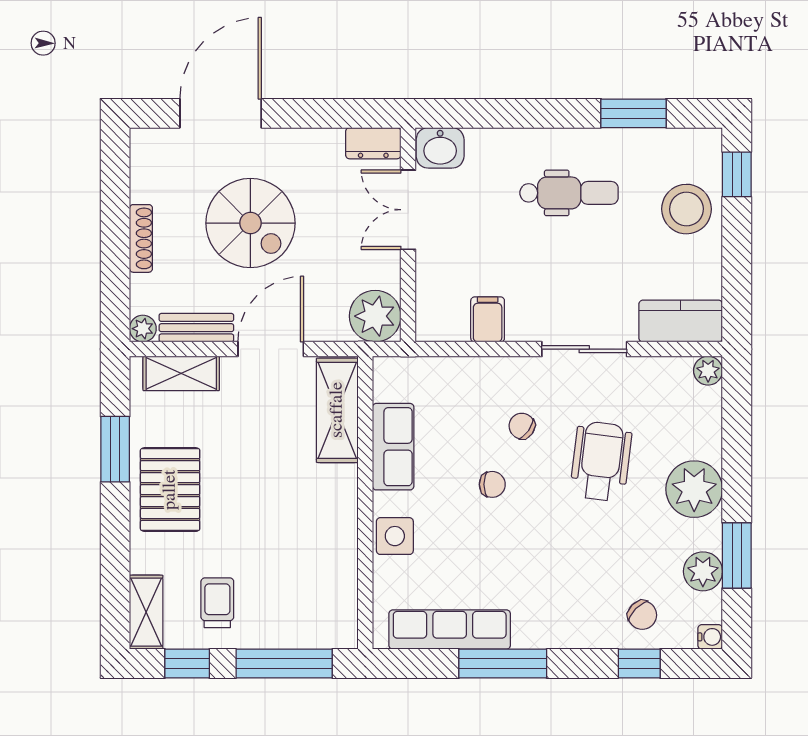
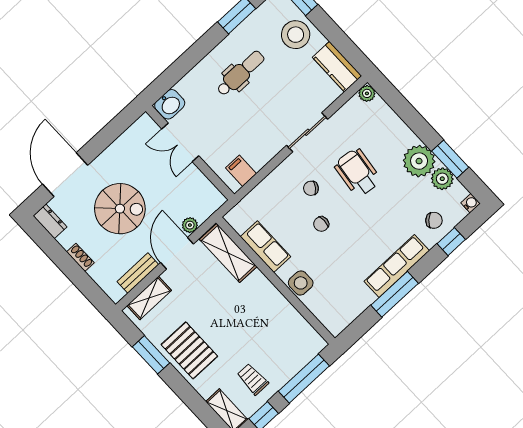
dresser: (373, 143) -> (50, 221), moved, turned -90
shoe rack: (141, 238) -> (80, 257), width x0.70
plant: (375, 316) -> (190, 225), moved, width x0.53, depth x0.53
filing cabinet: (488, 319) -> (241, 171), moved
kitchen counter: (681, 321) -> (337, 67), moved, turned -90
plant: (143, 329) -> (116, 294), removed
chair: (492, 484) -> (321, 224), turned 180
plant: (694, 489) -> (419, 161), moved
row of seats: (450, 630) -> (397, 266), moved

